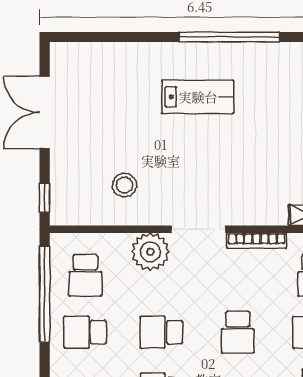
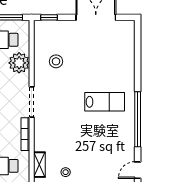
lab bench: (198, 97) -> (105, 102), turned -90
plant: (150, 252) -> (19, 63), moved

